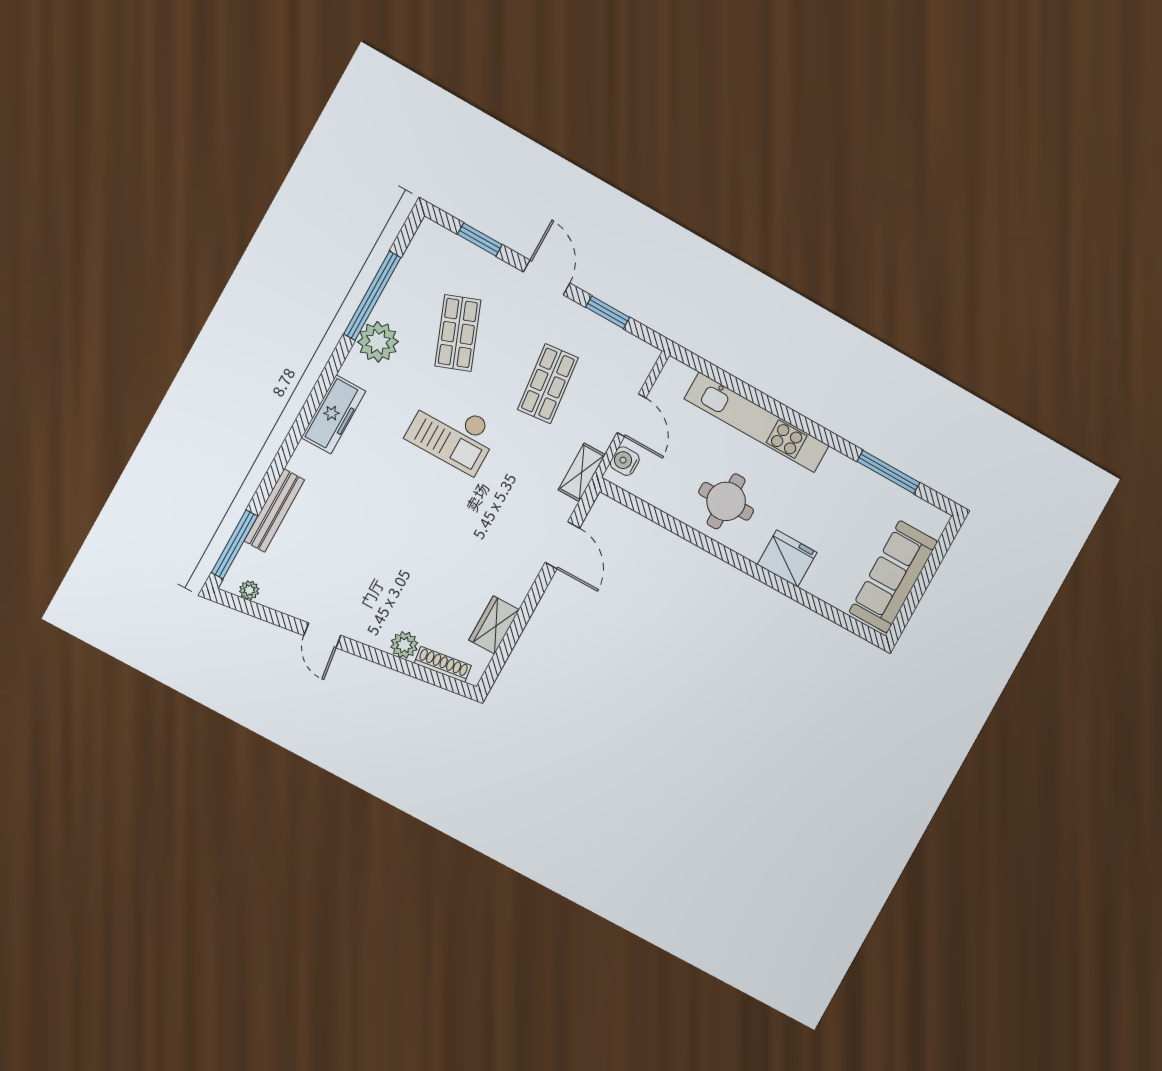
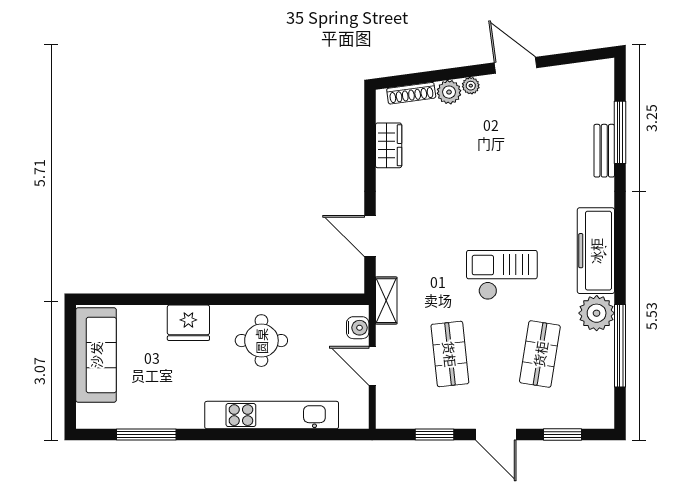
shop shelf: (458, 333) -> (540, 354), turned 30
freezer: (334, 414) -> (596, 251), width x1.36, depth x1.26
bench: (274, 510) -> (604, 151), width x0.73
window: (235, 544) -> (620, 132), moved
plant: (249, 590) -> (471, 86), moved
door: (322, 635) -> (516, 65), width x1.38

